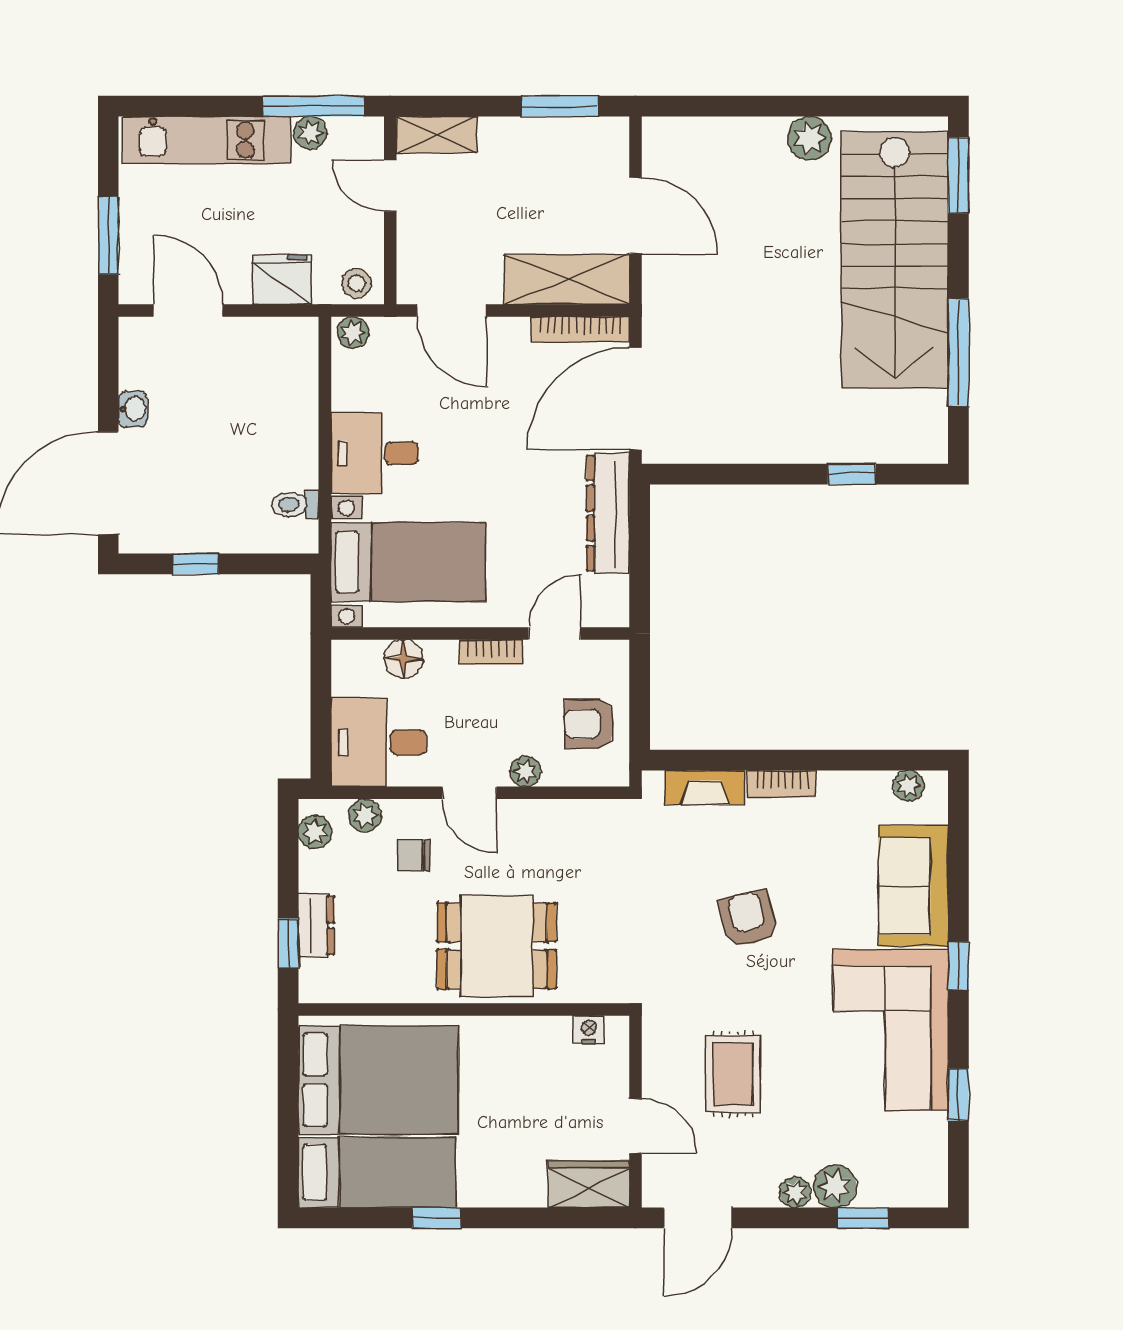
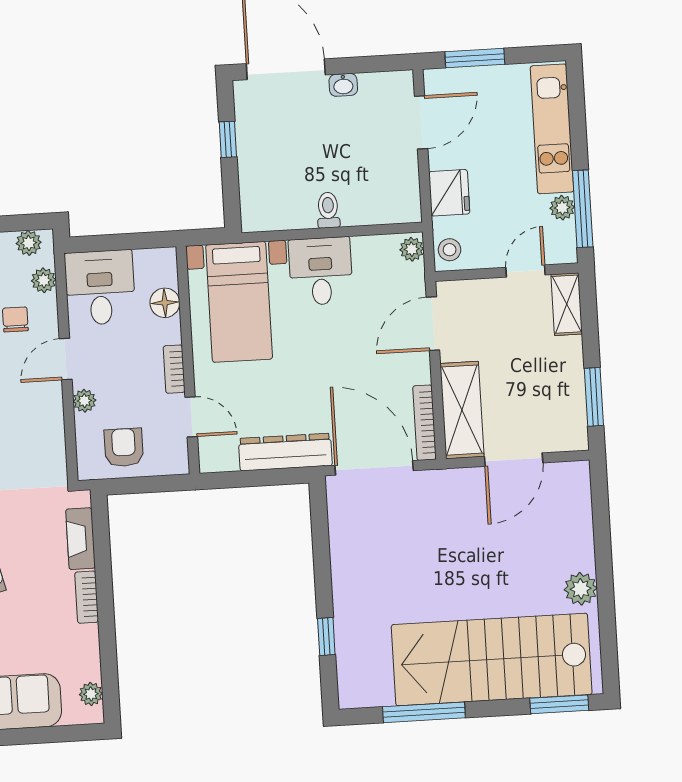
toilet: (295, 505) -> (328, 210), moved

